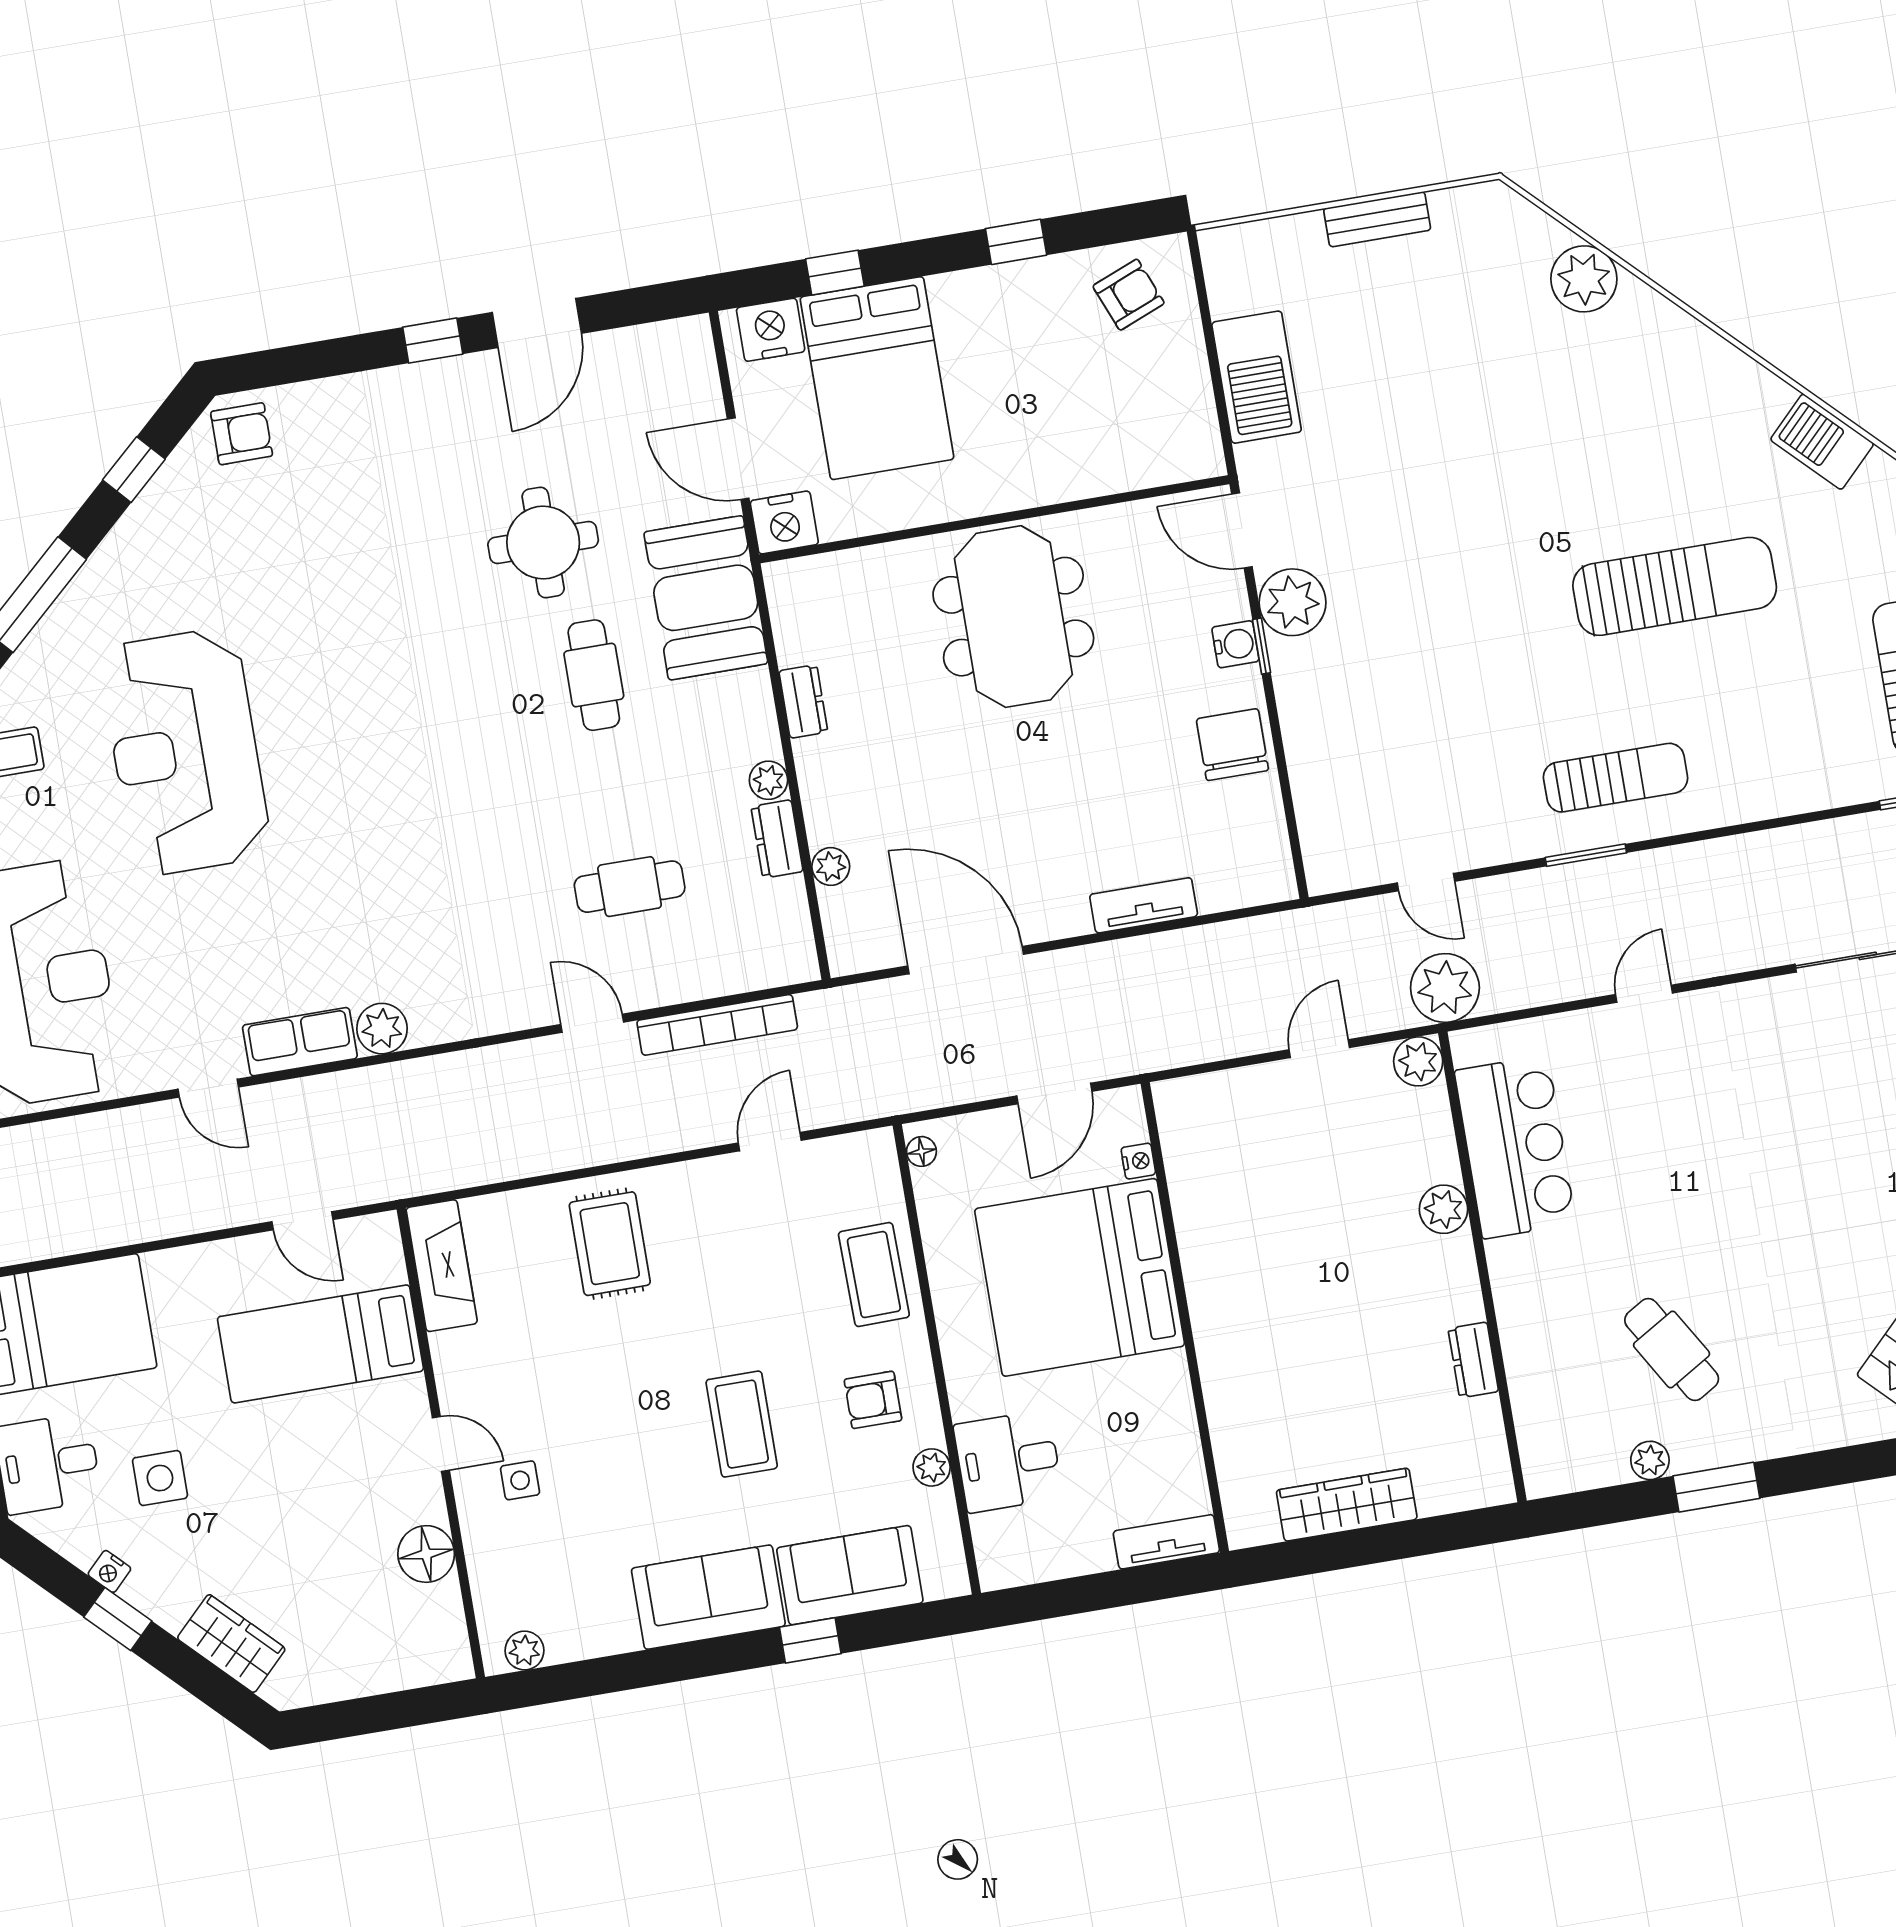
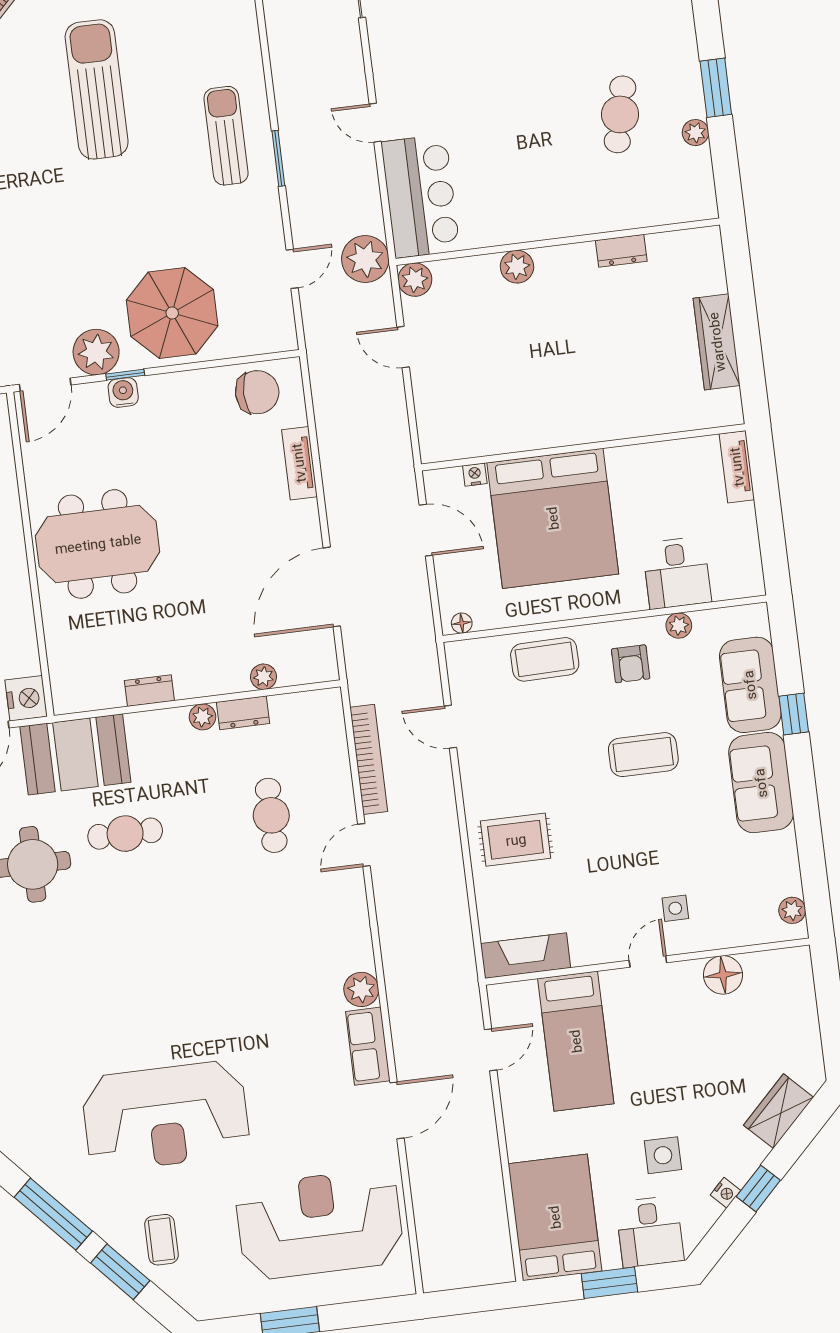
parasol: (1354, 711) -> (172, 313), added
chair: (1232, 745) -> (257, 392), moved, turned 180
door: (208, 1088) -> (397, 1110), width x1.38
bar counter: (1515, 1147) -> (420, 196), moved, turned 90
cafe table: (1672, 1349) -> (620, 114), turned -46

